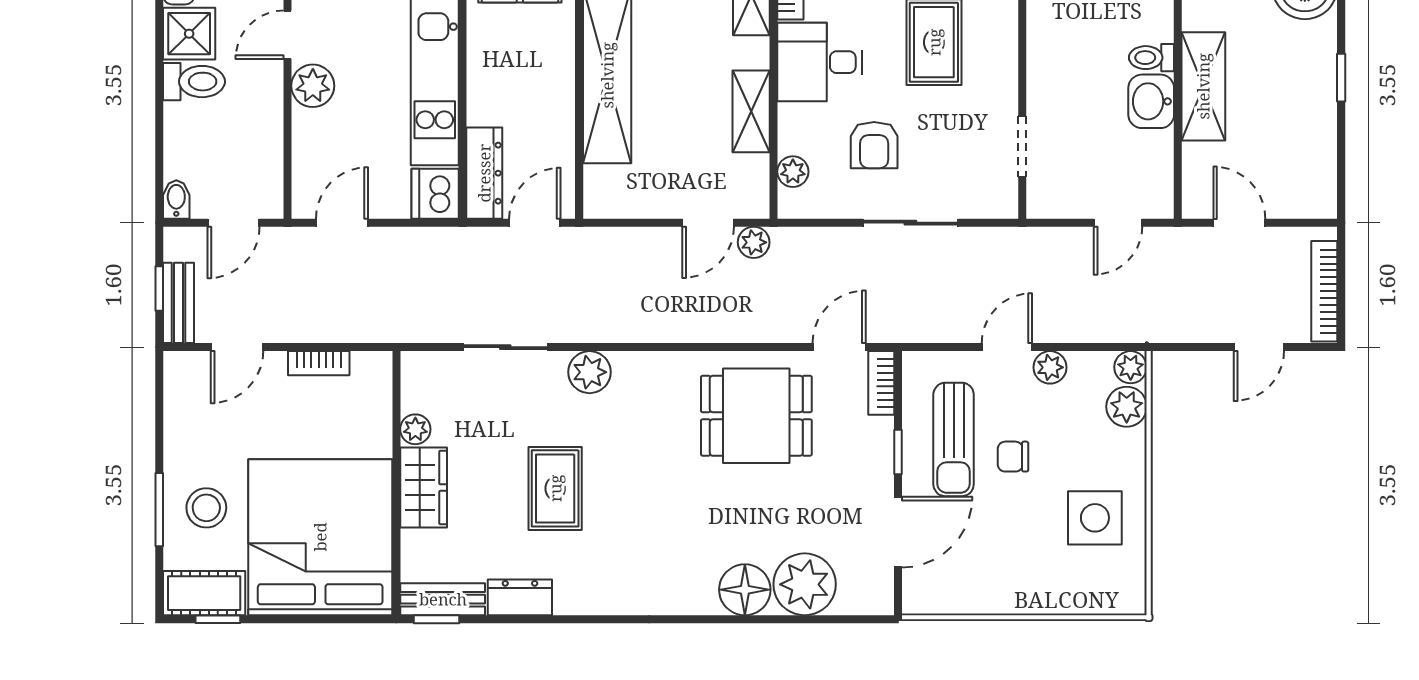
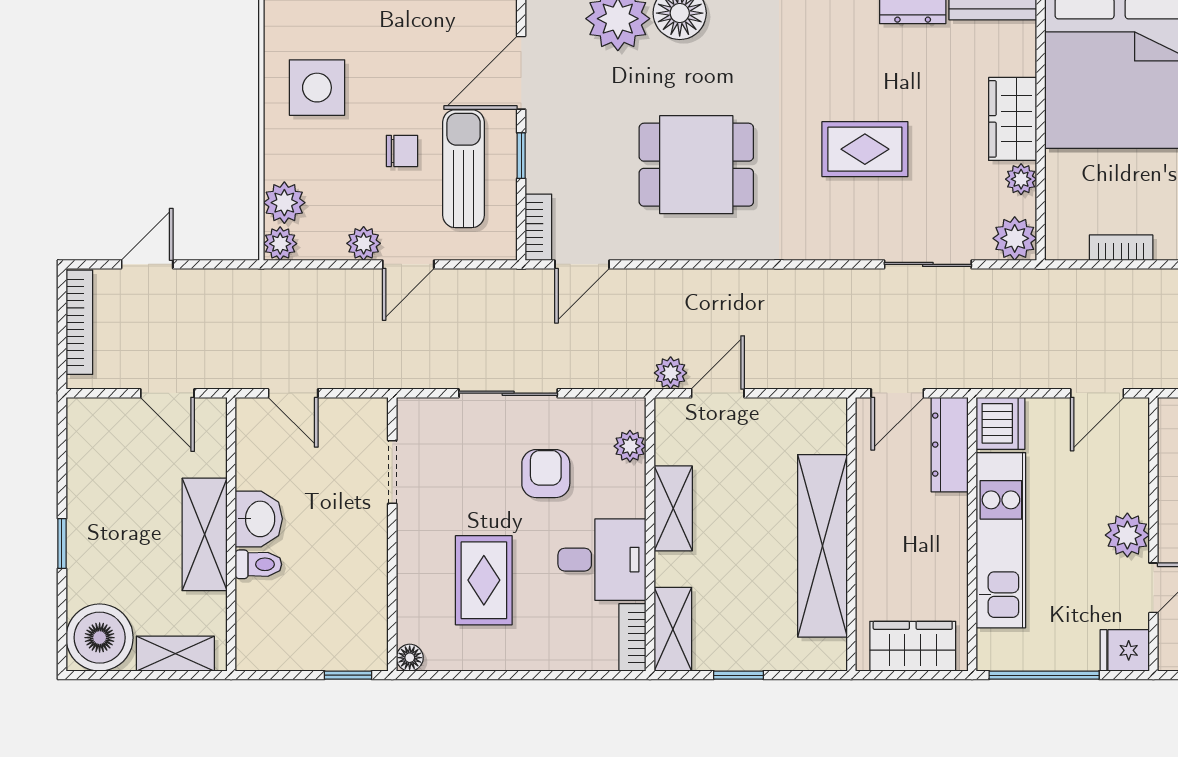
door: (1118, 223) -> (293, 393), swing flipped
plant: (590, 372) -> (1015, 238), moved
dining table: (756, 416) -> (696, 165), moved
rug: (555, 488) -> (865, 149), moved, turned 90

